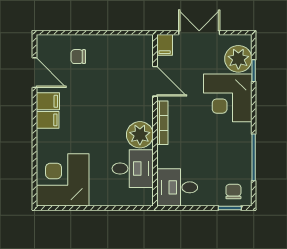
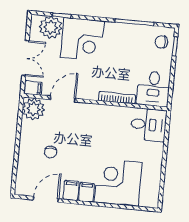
double door: (199, 33) -> (25, 58), swing flipped
chair: (78, 57) -> (51, 152), moved
bookcase: (162, 123) -> (117, 98), moved
plant: (140, 135) -> (33, 109), moved
desk: (133, 169) -> (149, 125), moved, turned 90
corner desk: (63, 180) -> (118, 182), moved, turned 90

